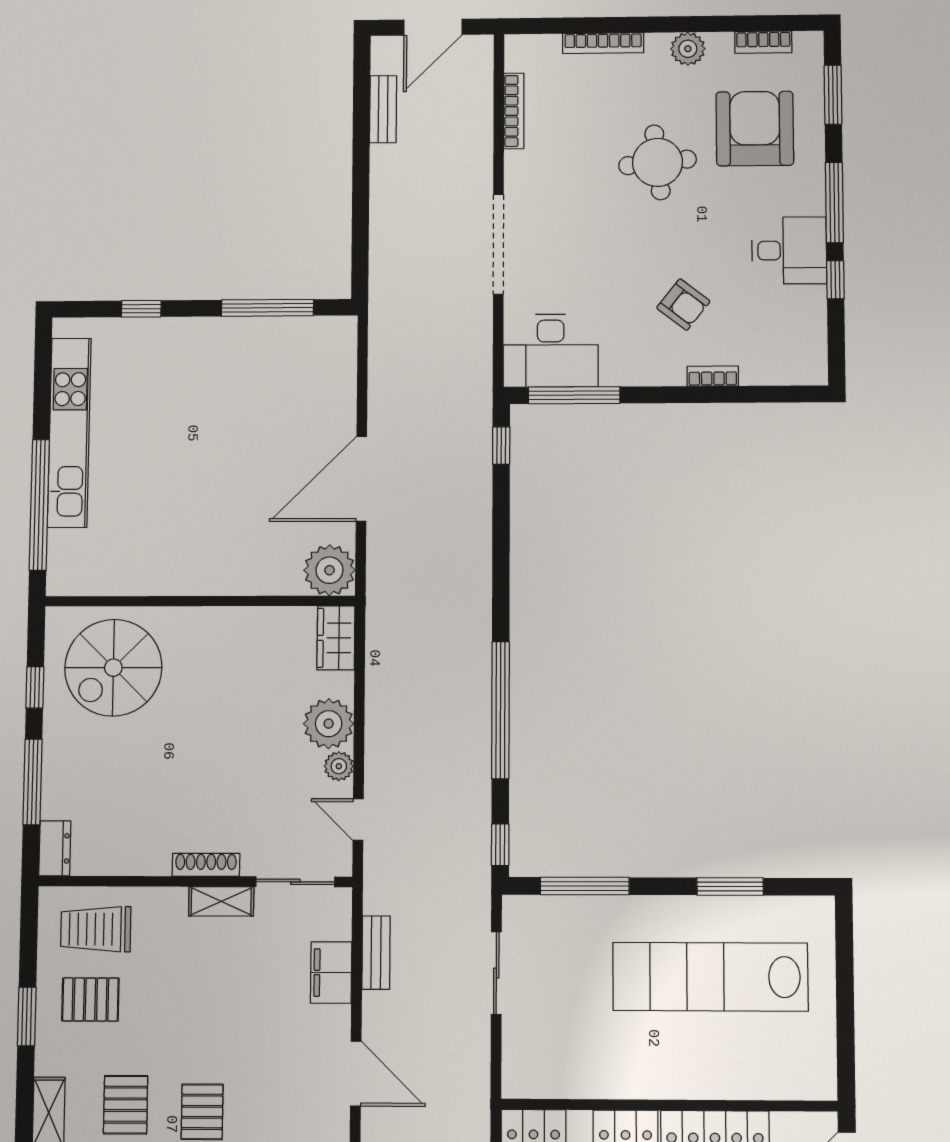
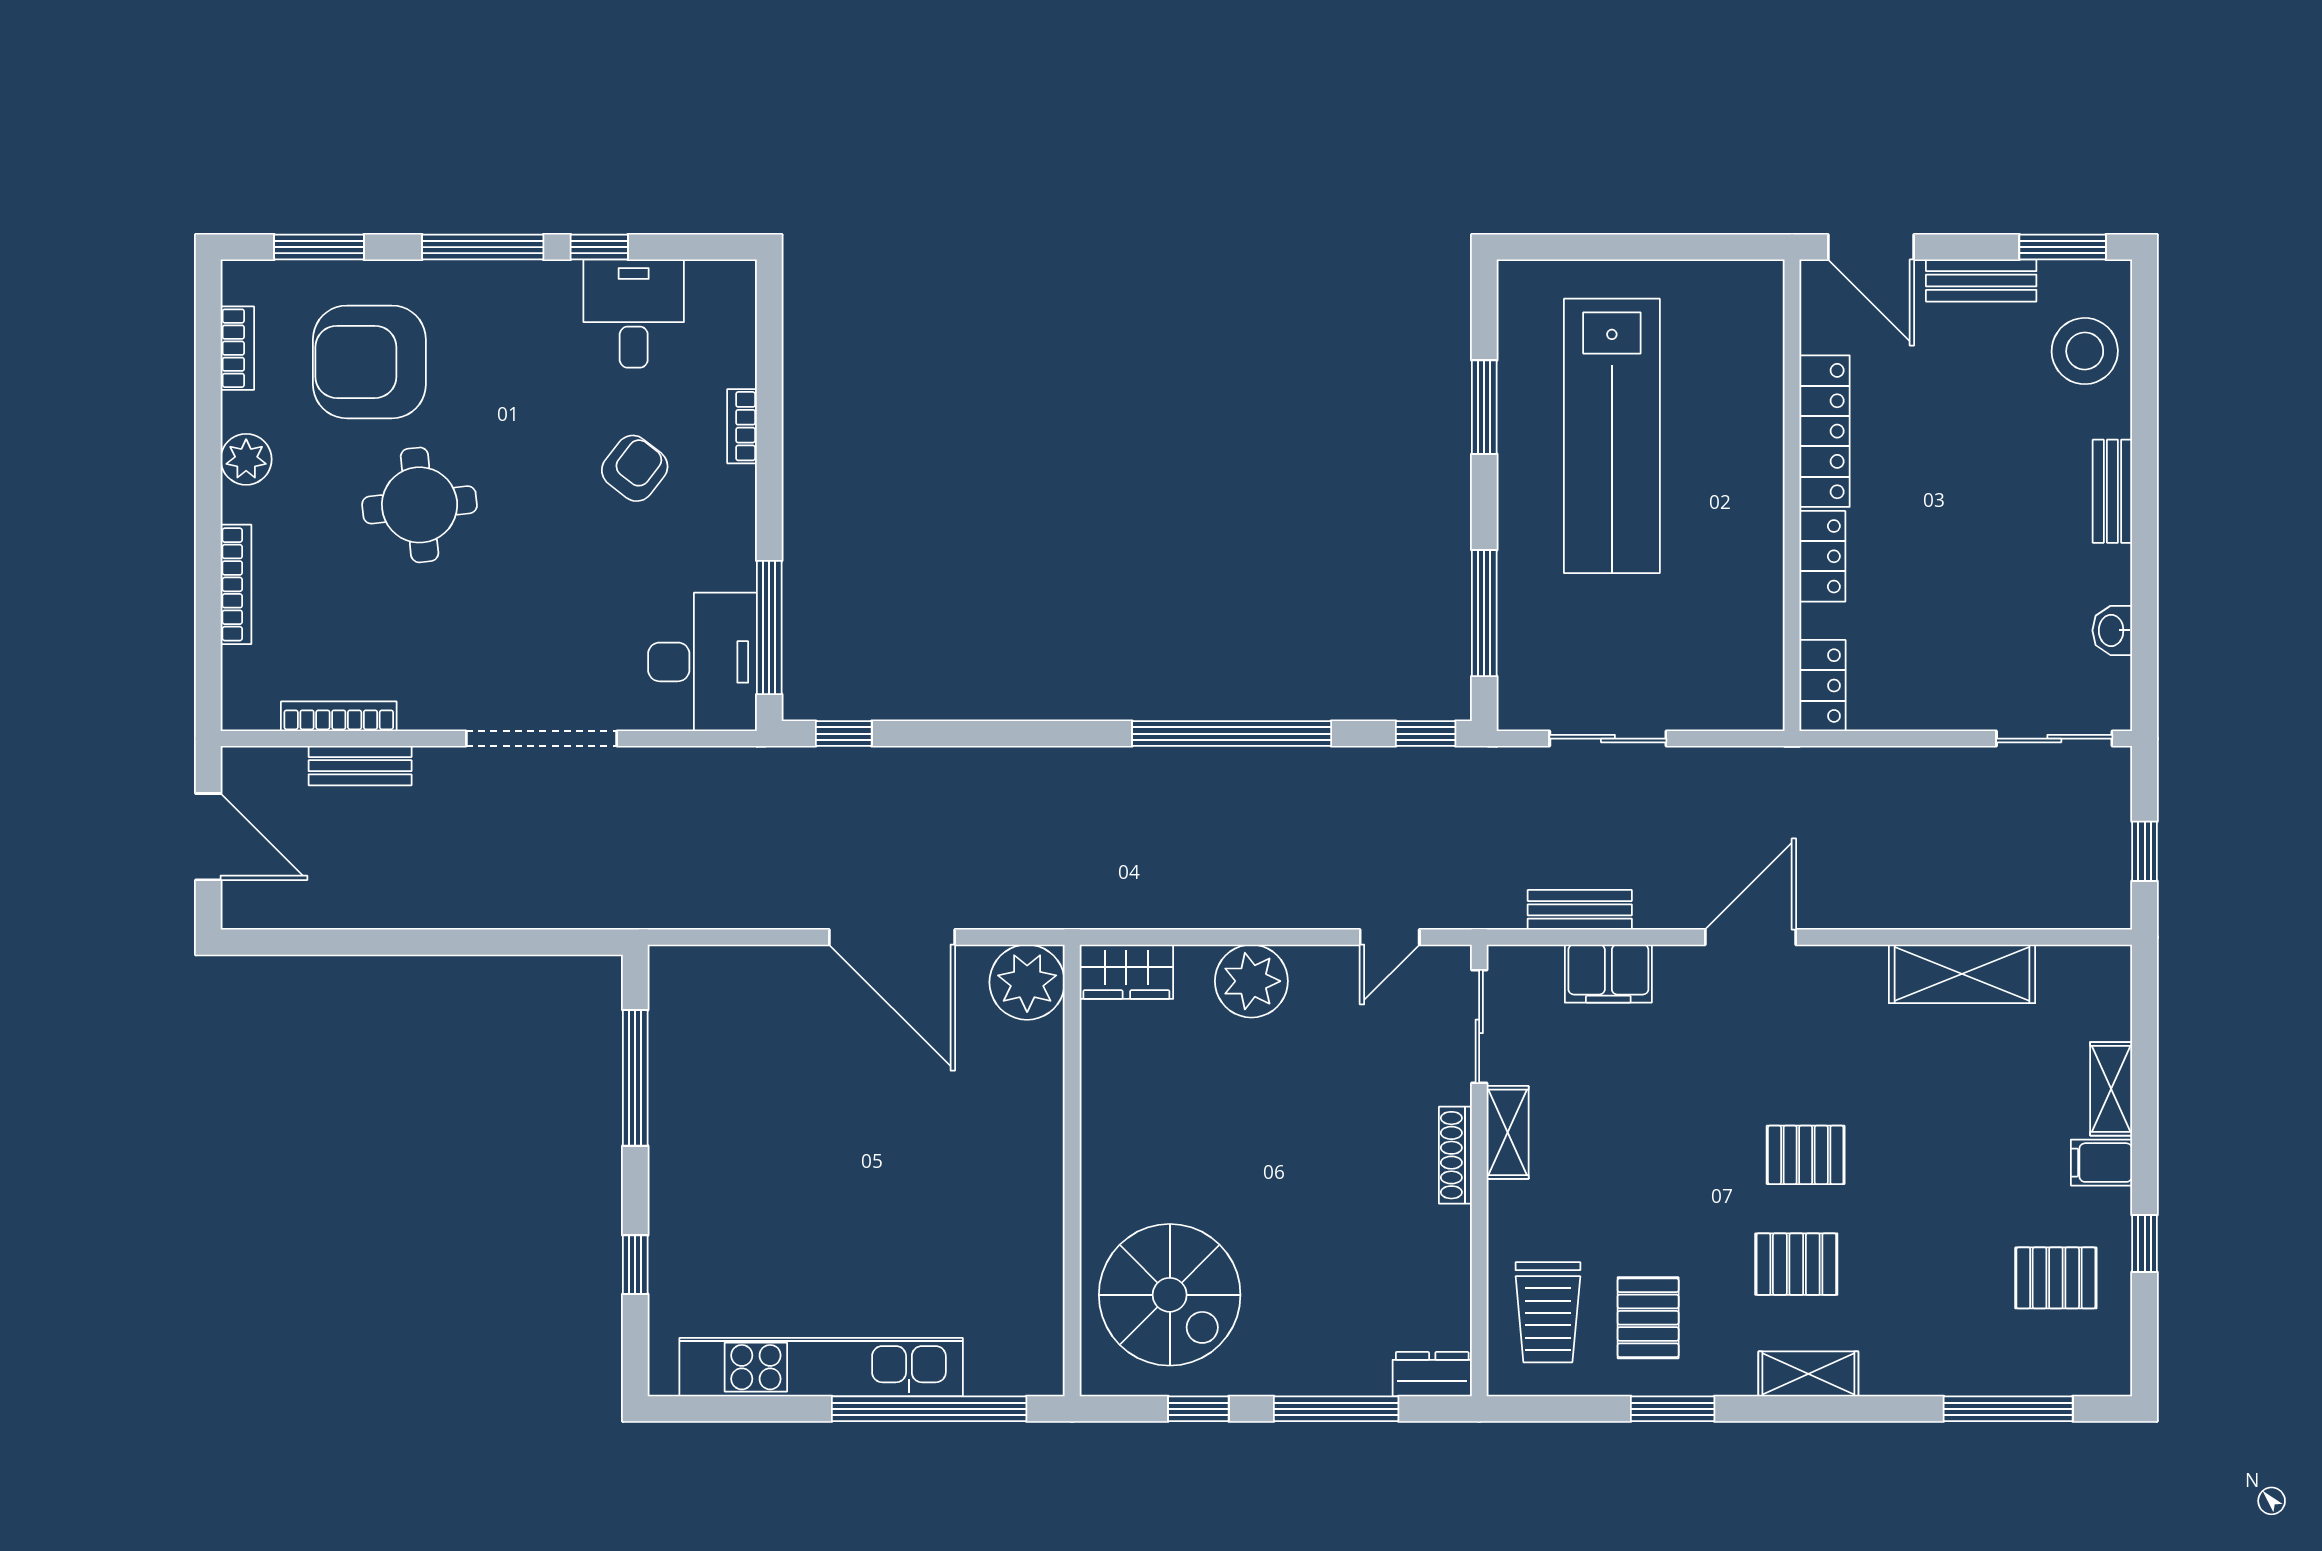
bench: (383, 109) -> (360, 766), moved
desk: (789, 250) -> (634, 314), moved
plant: (339, 766) -> (1313, 966), removed

